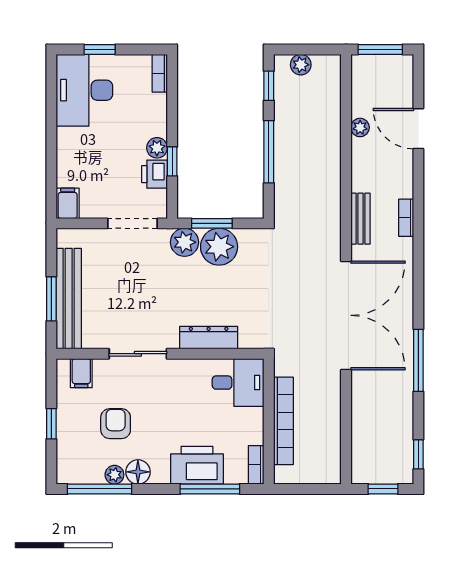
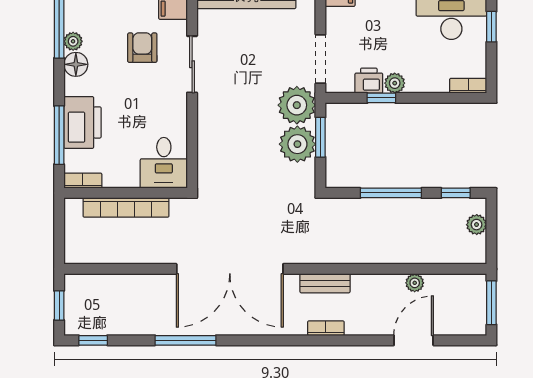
plant: (185, 242) -> (297, 105), width x1.36, depth x1.36
dresser: (209, 338) -> (208, 134), removed
armchair: (116, 424) -> (142, 48), moved, turned -90

